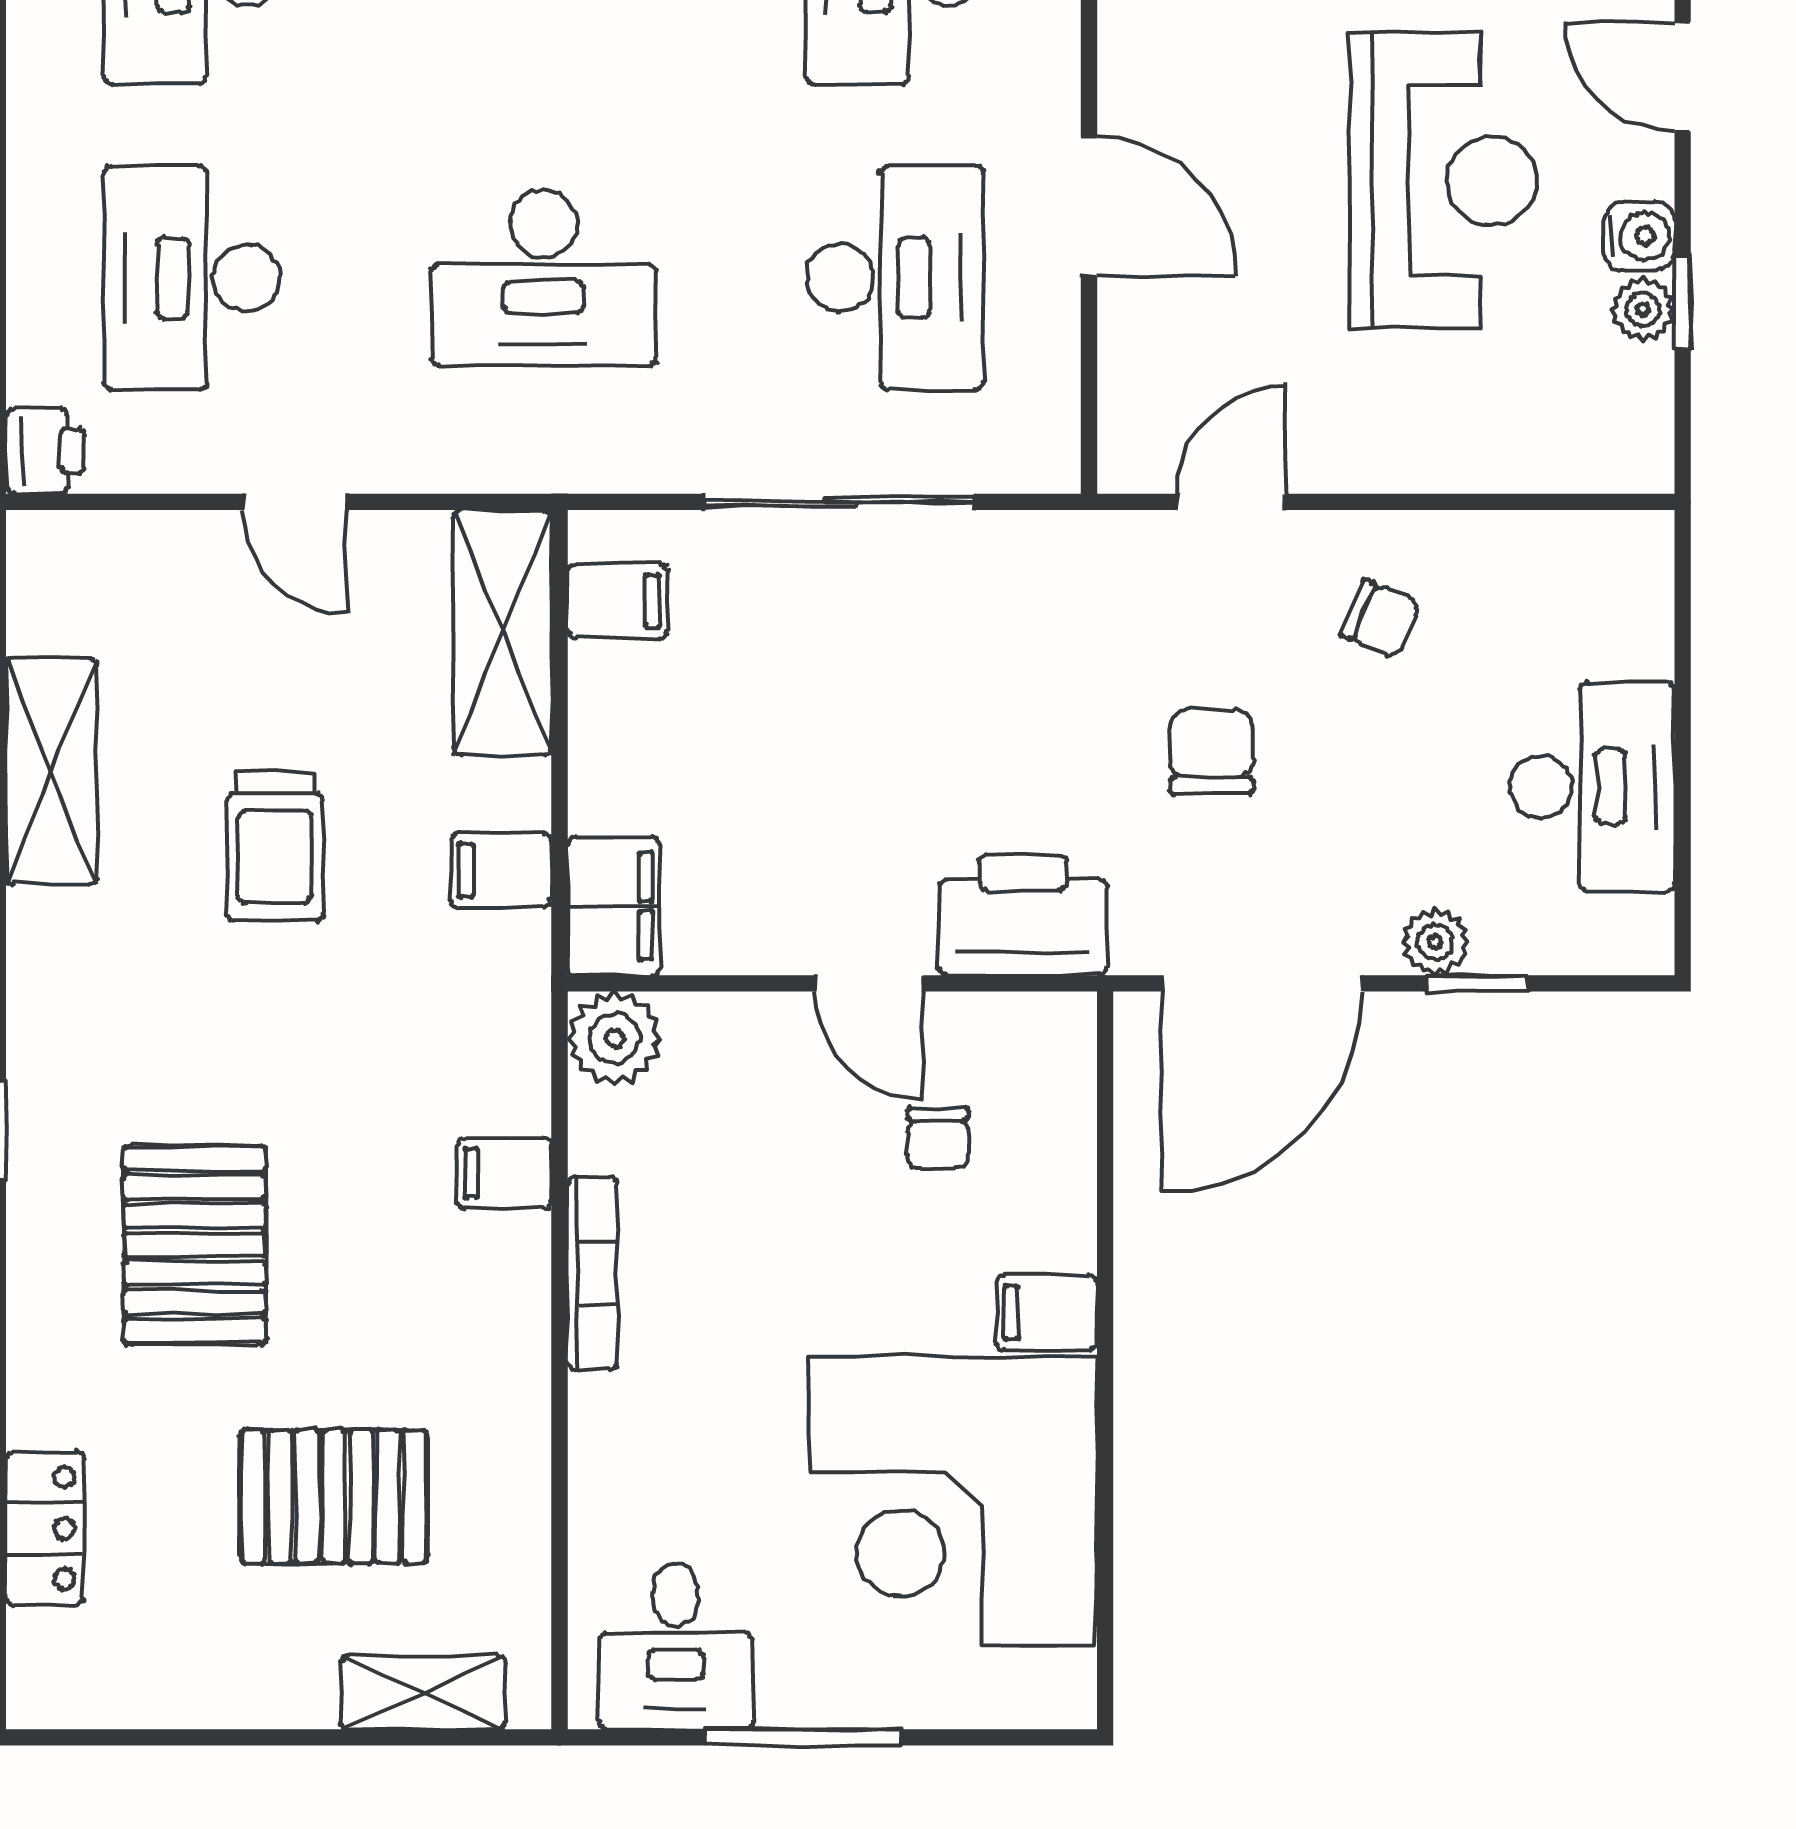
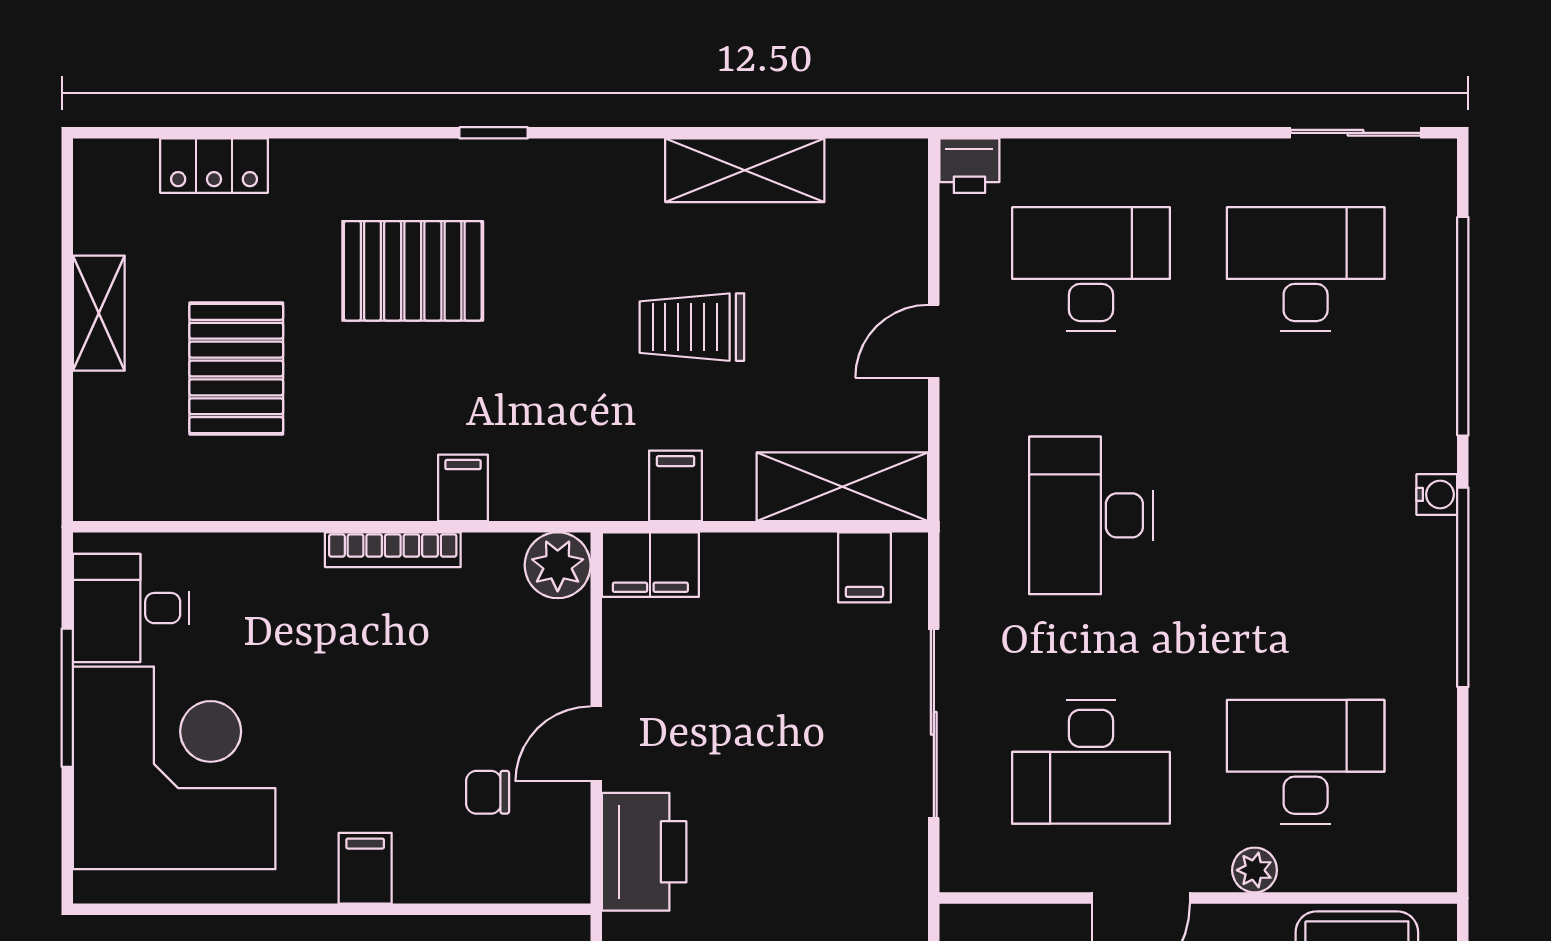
plant: (1049, 45) -> (1255, 870), added
corner desk: (953, 1501) -> (174, 768), moved, turned 90
shelving: (423, 1692) -> (99, 313), moved

